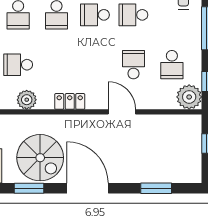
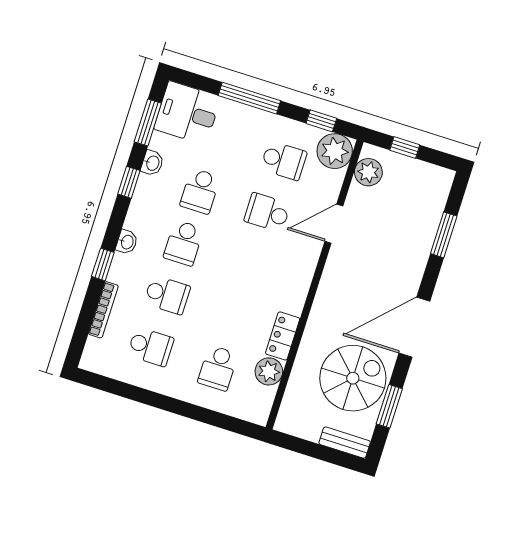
locker: (70, 101) -> (283, 336), moved
door: (122, 112) -> (334, 224), moved
plant: (182, 124) -> (368, 172), added

